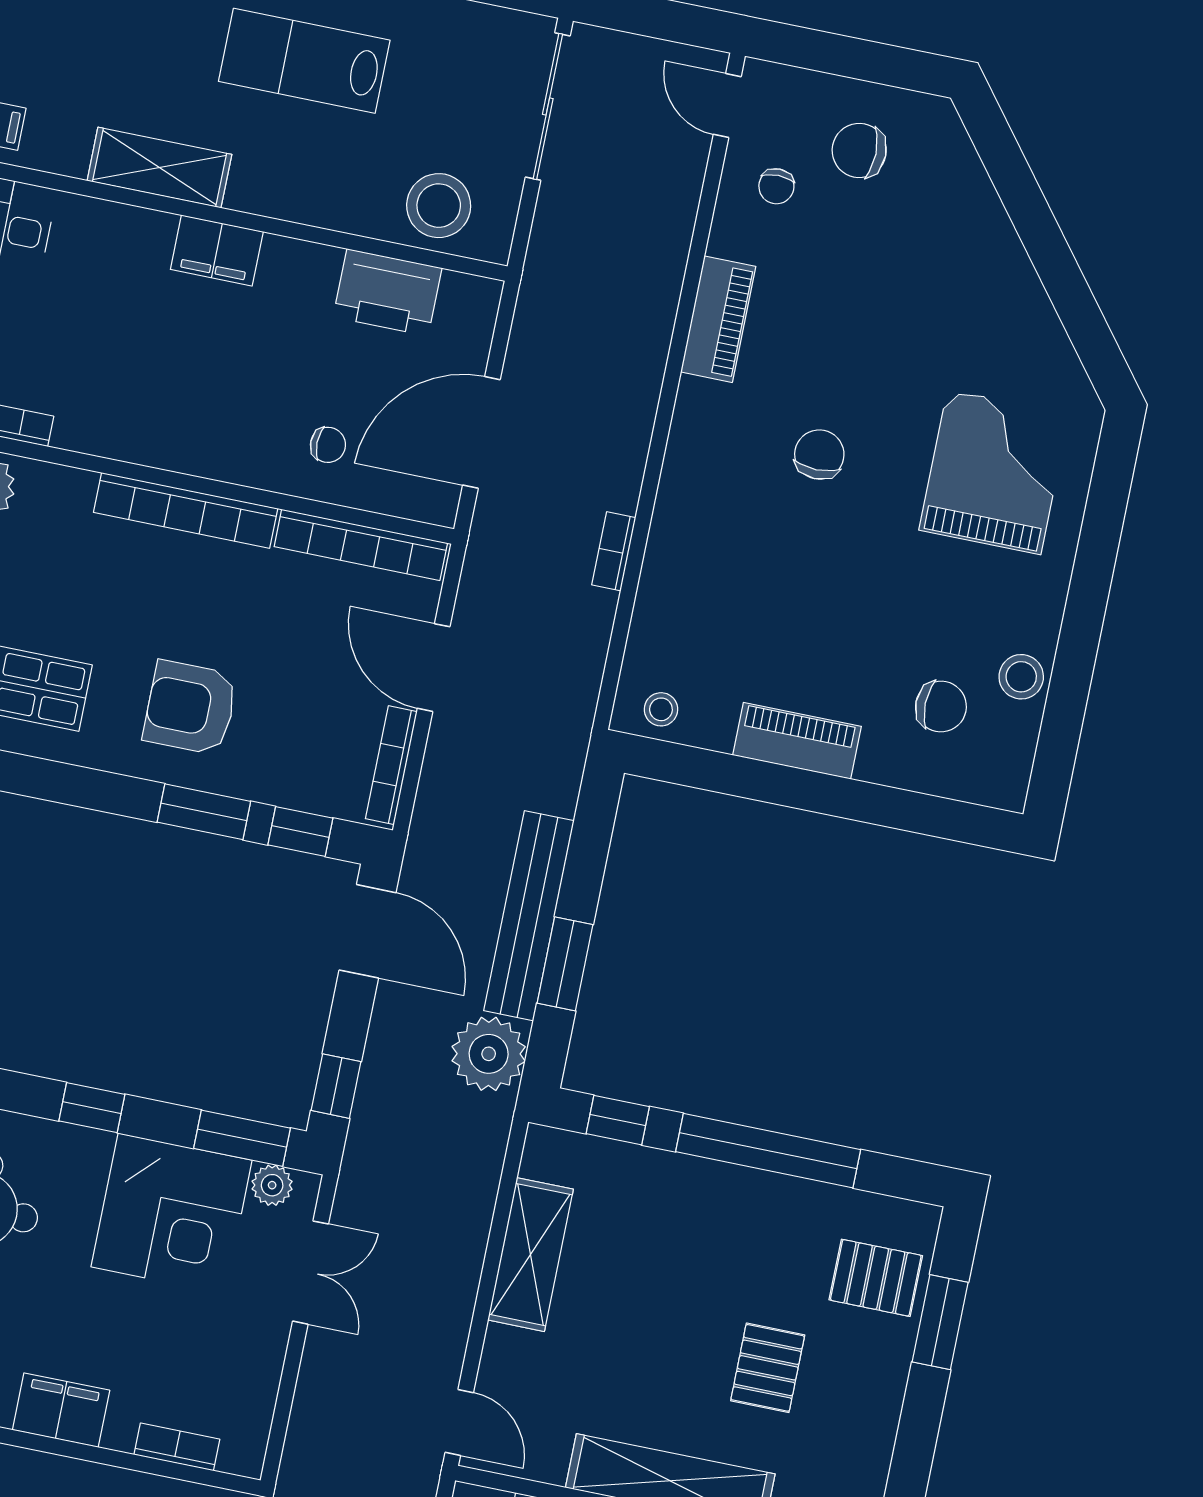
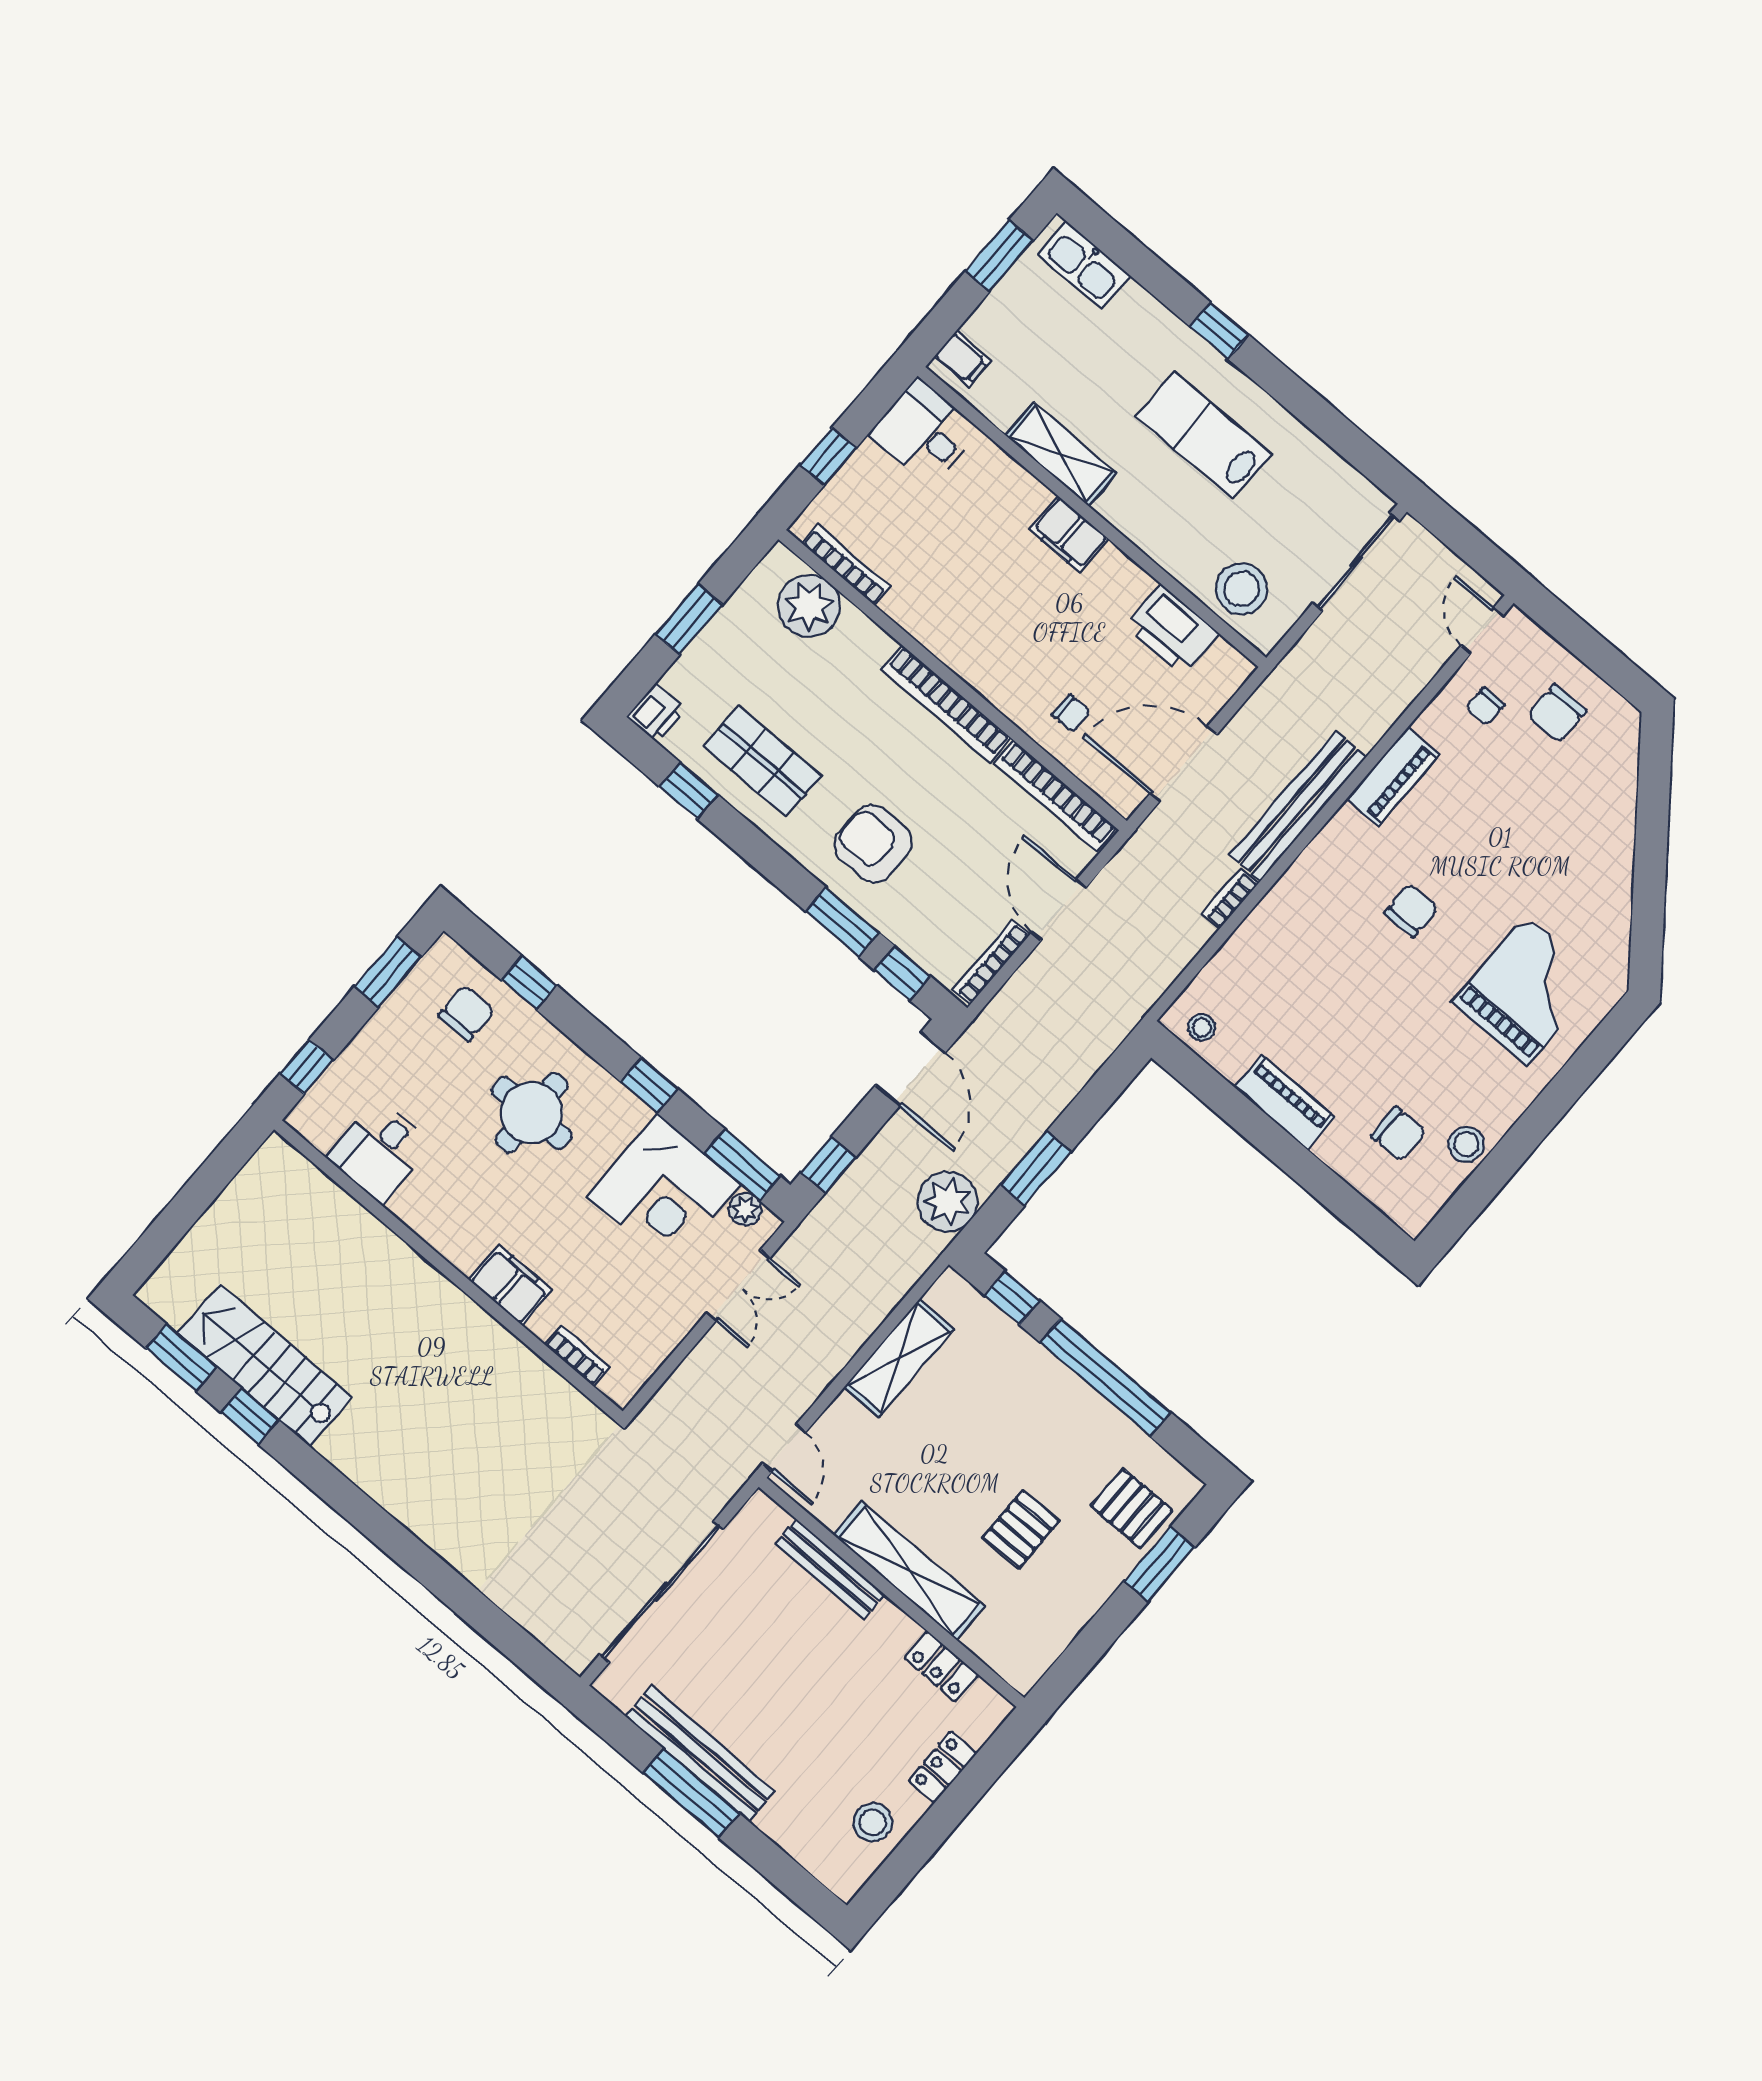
chair: (859, 150) -> (1557, 713), turned -90
bench: (529, 916) -> (1298, 806), moved

